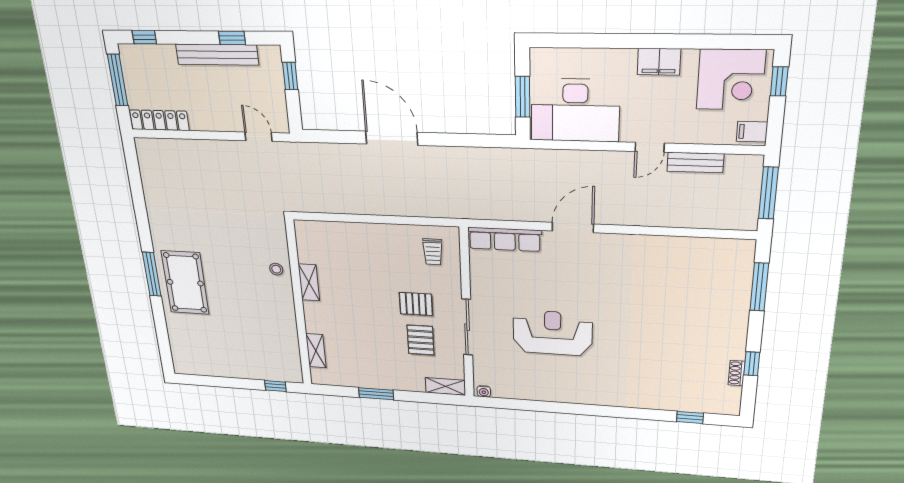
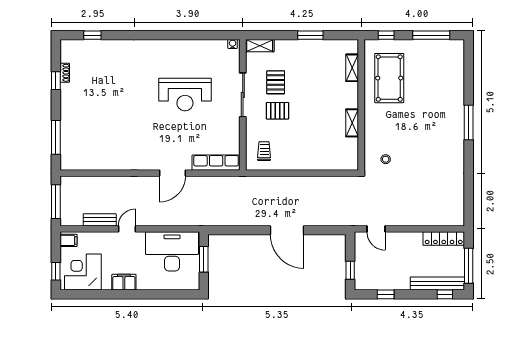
bench: (217, 55) -> (437, 284), moved
stool: (276, 269) -> (386, 159), moved
pool table: (185, 283) -> (389, 78), moved
window: (217, 382) -> (431, 35), added

